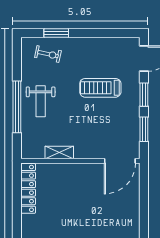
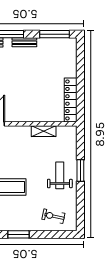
window: (56, 33) -> (19, 234), moved
window: (17, 107) -> (80, 171), width x0.47

